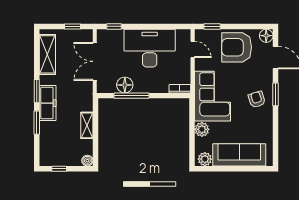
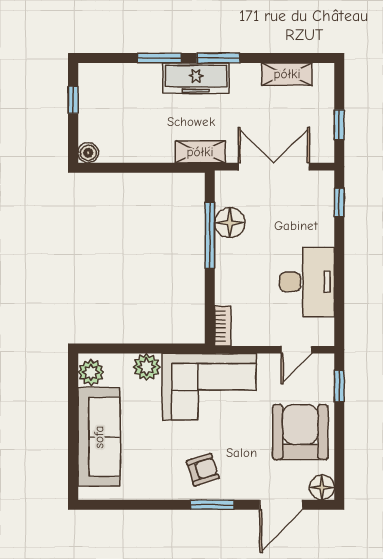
desk: (150, 48) -> (307, 282), width x0.73, depth x0.77
shelving: (47, 54) -> (287, 74), width x0.67, depth x0.75
shelving: (87, 125) -> (200, 152), moved

